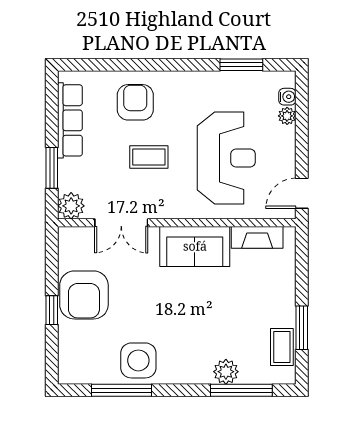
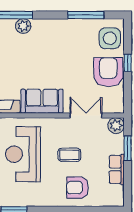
armchair: (135, 102) -> (78, 188), turned 90
row of seats: (70, 120) -> (117, 169), width x0.68
side table: (138, 360) -> (110, 38), moved

